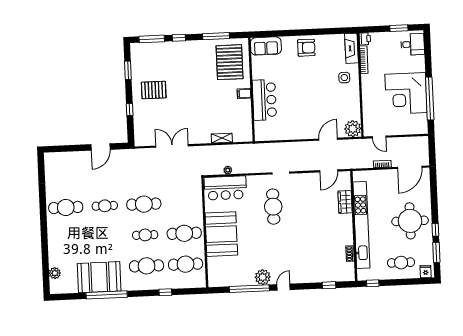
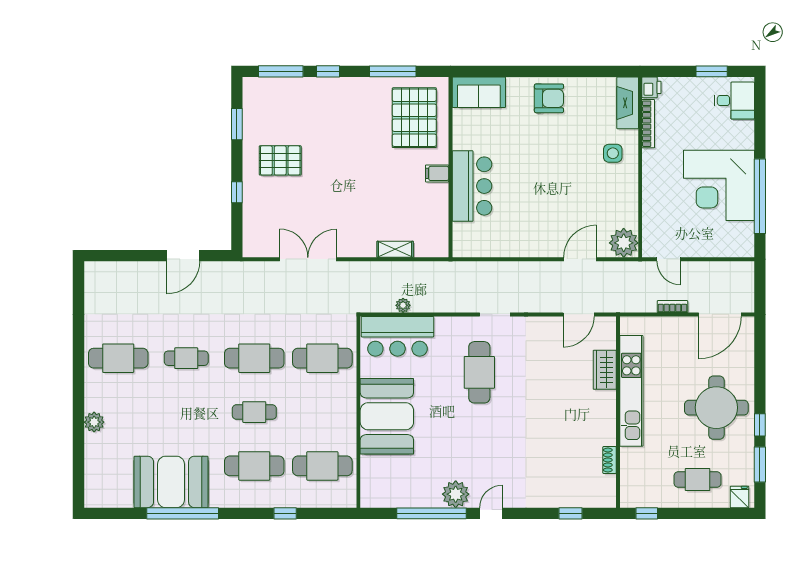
kitchen unit: (361, 225) -> (631, 391), width x0.73
cafe table: (184, 233) -> (322, 358), moved
plant: (55, 273) -> (94, 422), moved

